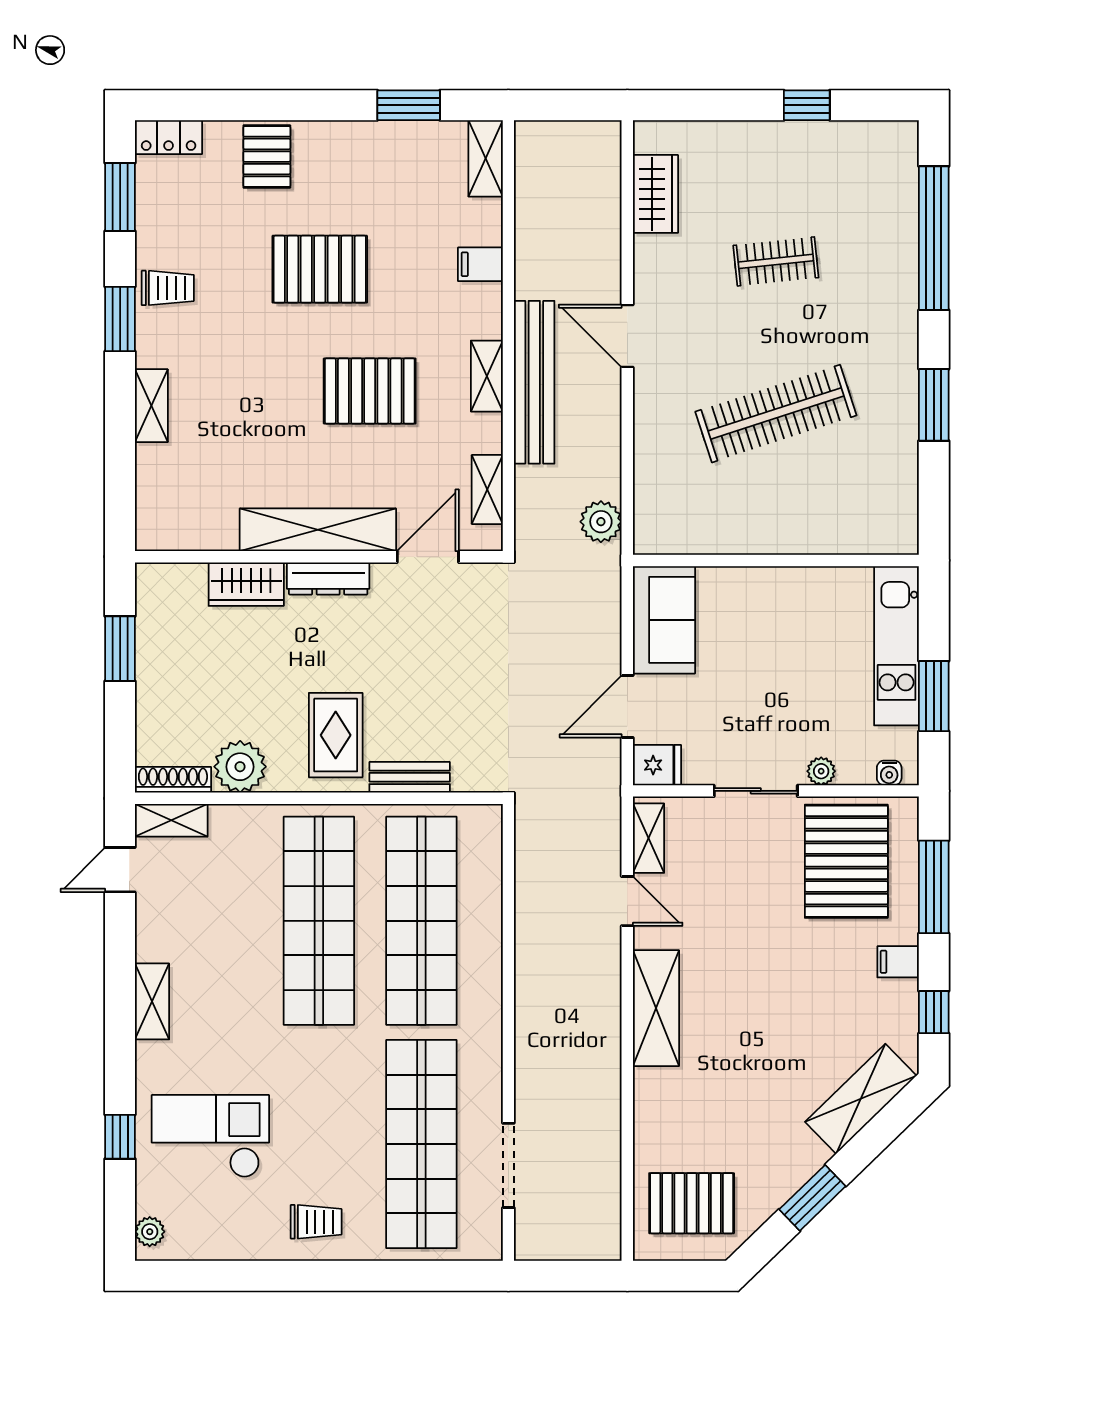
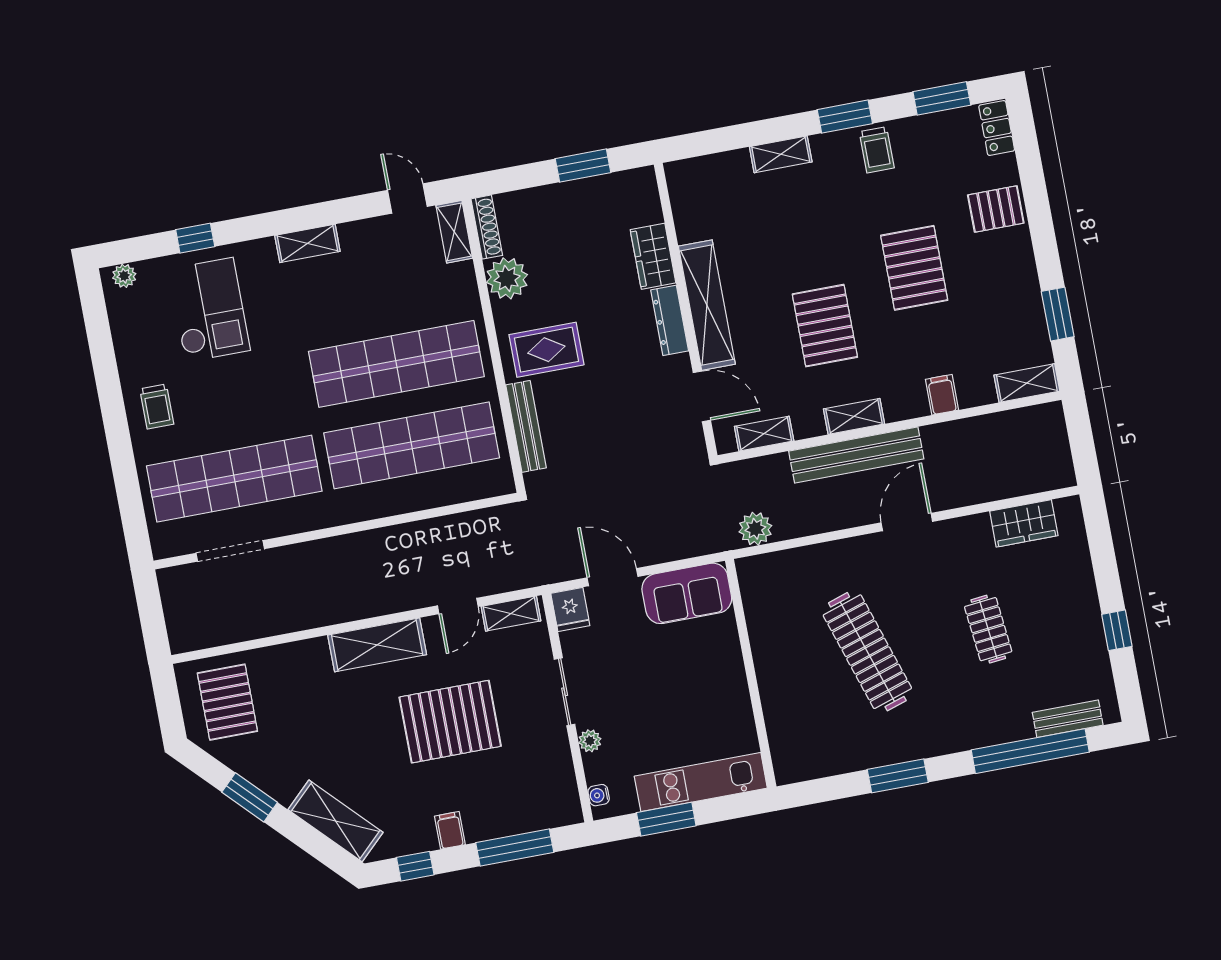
bench: (903, 185) -> (1068, 719), added
bench: (410, 777) -> (526, 426), width x1.36
pallet: (846, 861) -> (450, 722), moved

